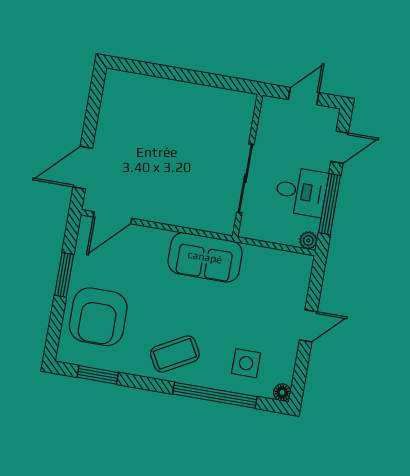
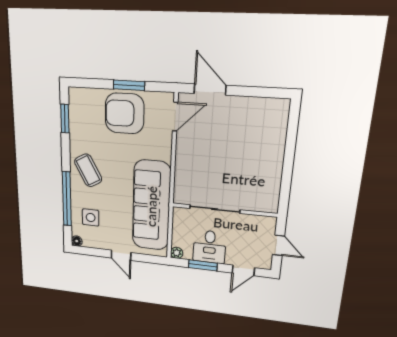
door: (340, 147) -> (243, 270), hinge flipped
window: (330, 204) -> (203, 265), width x0.69
door: (113, 218) -> (175, 117), swing flipped
sofa: (205, 257) -> (151, 206), width x1.85, depth x1.27
armchair: (98, 317) -> (124, 113), moved

